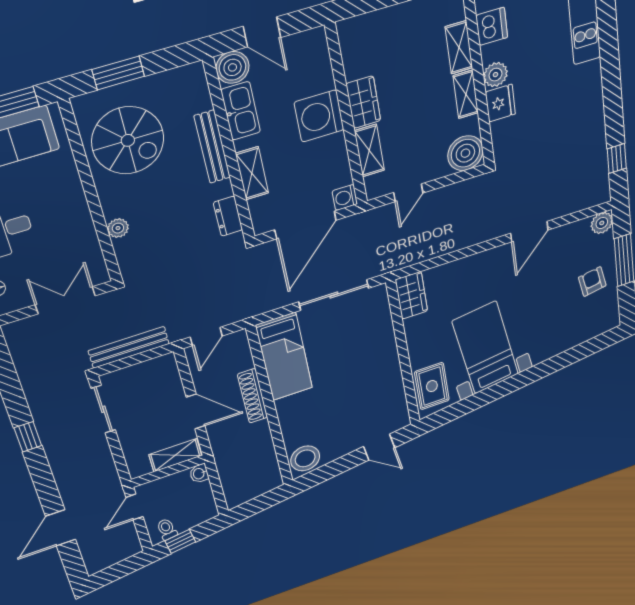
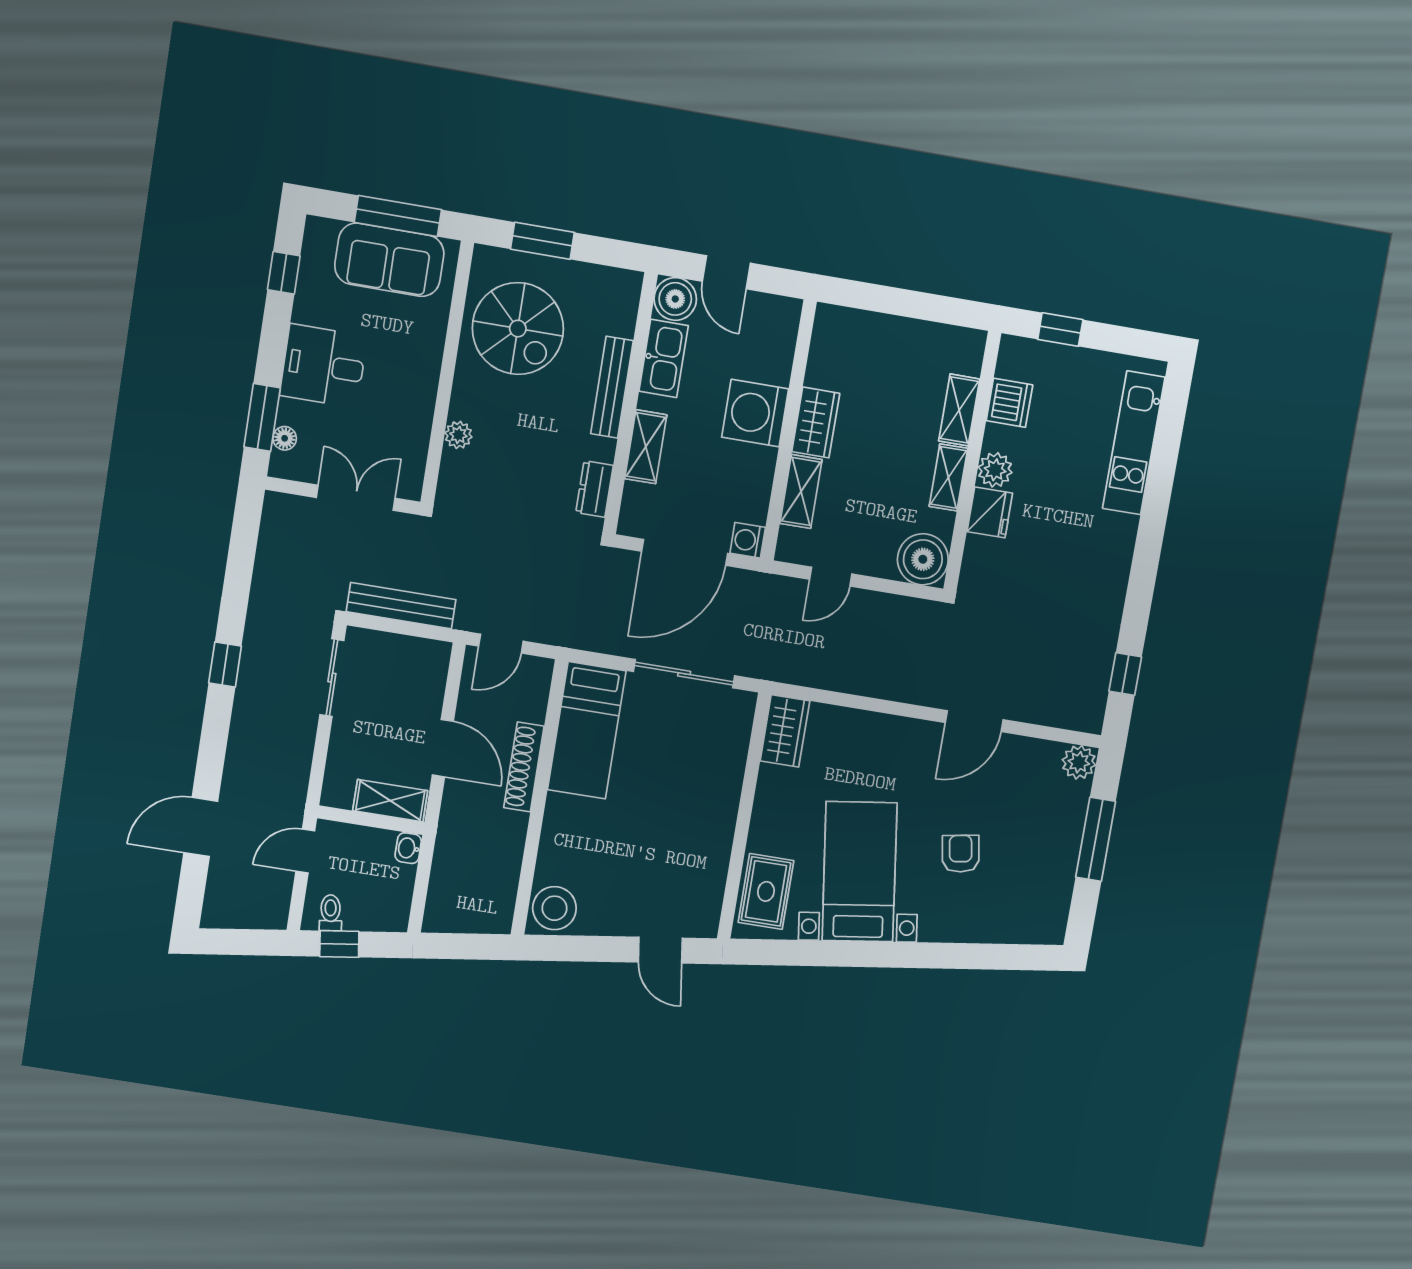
armchair: (592, 282) -> (961, 854), moved

